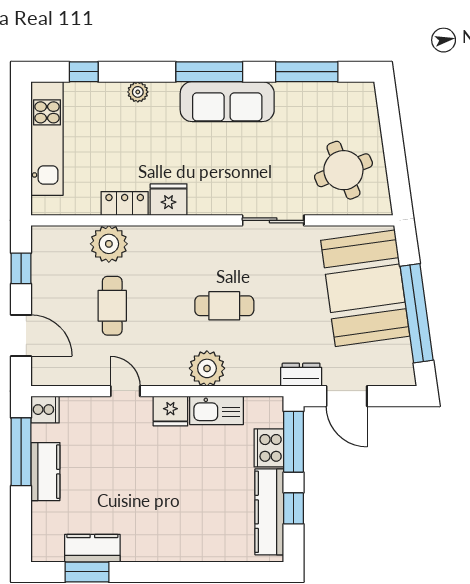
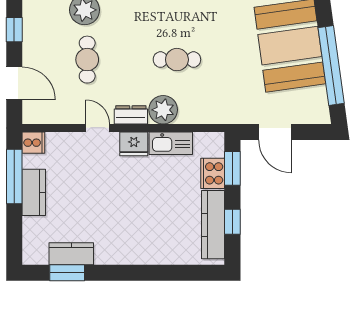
dresser: (301, 375) -> (131, 115), moved
window: (293, 442) -> (232, 168), width x0.69

